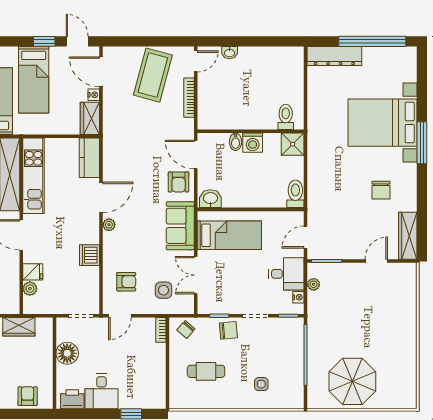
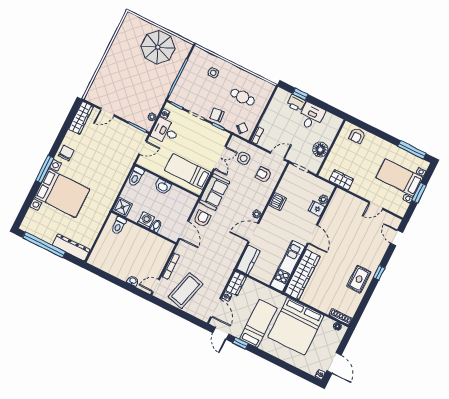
chair: (381, 190) -> (66, 153), moved
washbasin: (210, 199) -> (163, 187), moved
printer: (72, 399) -> (296, 103), moved

